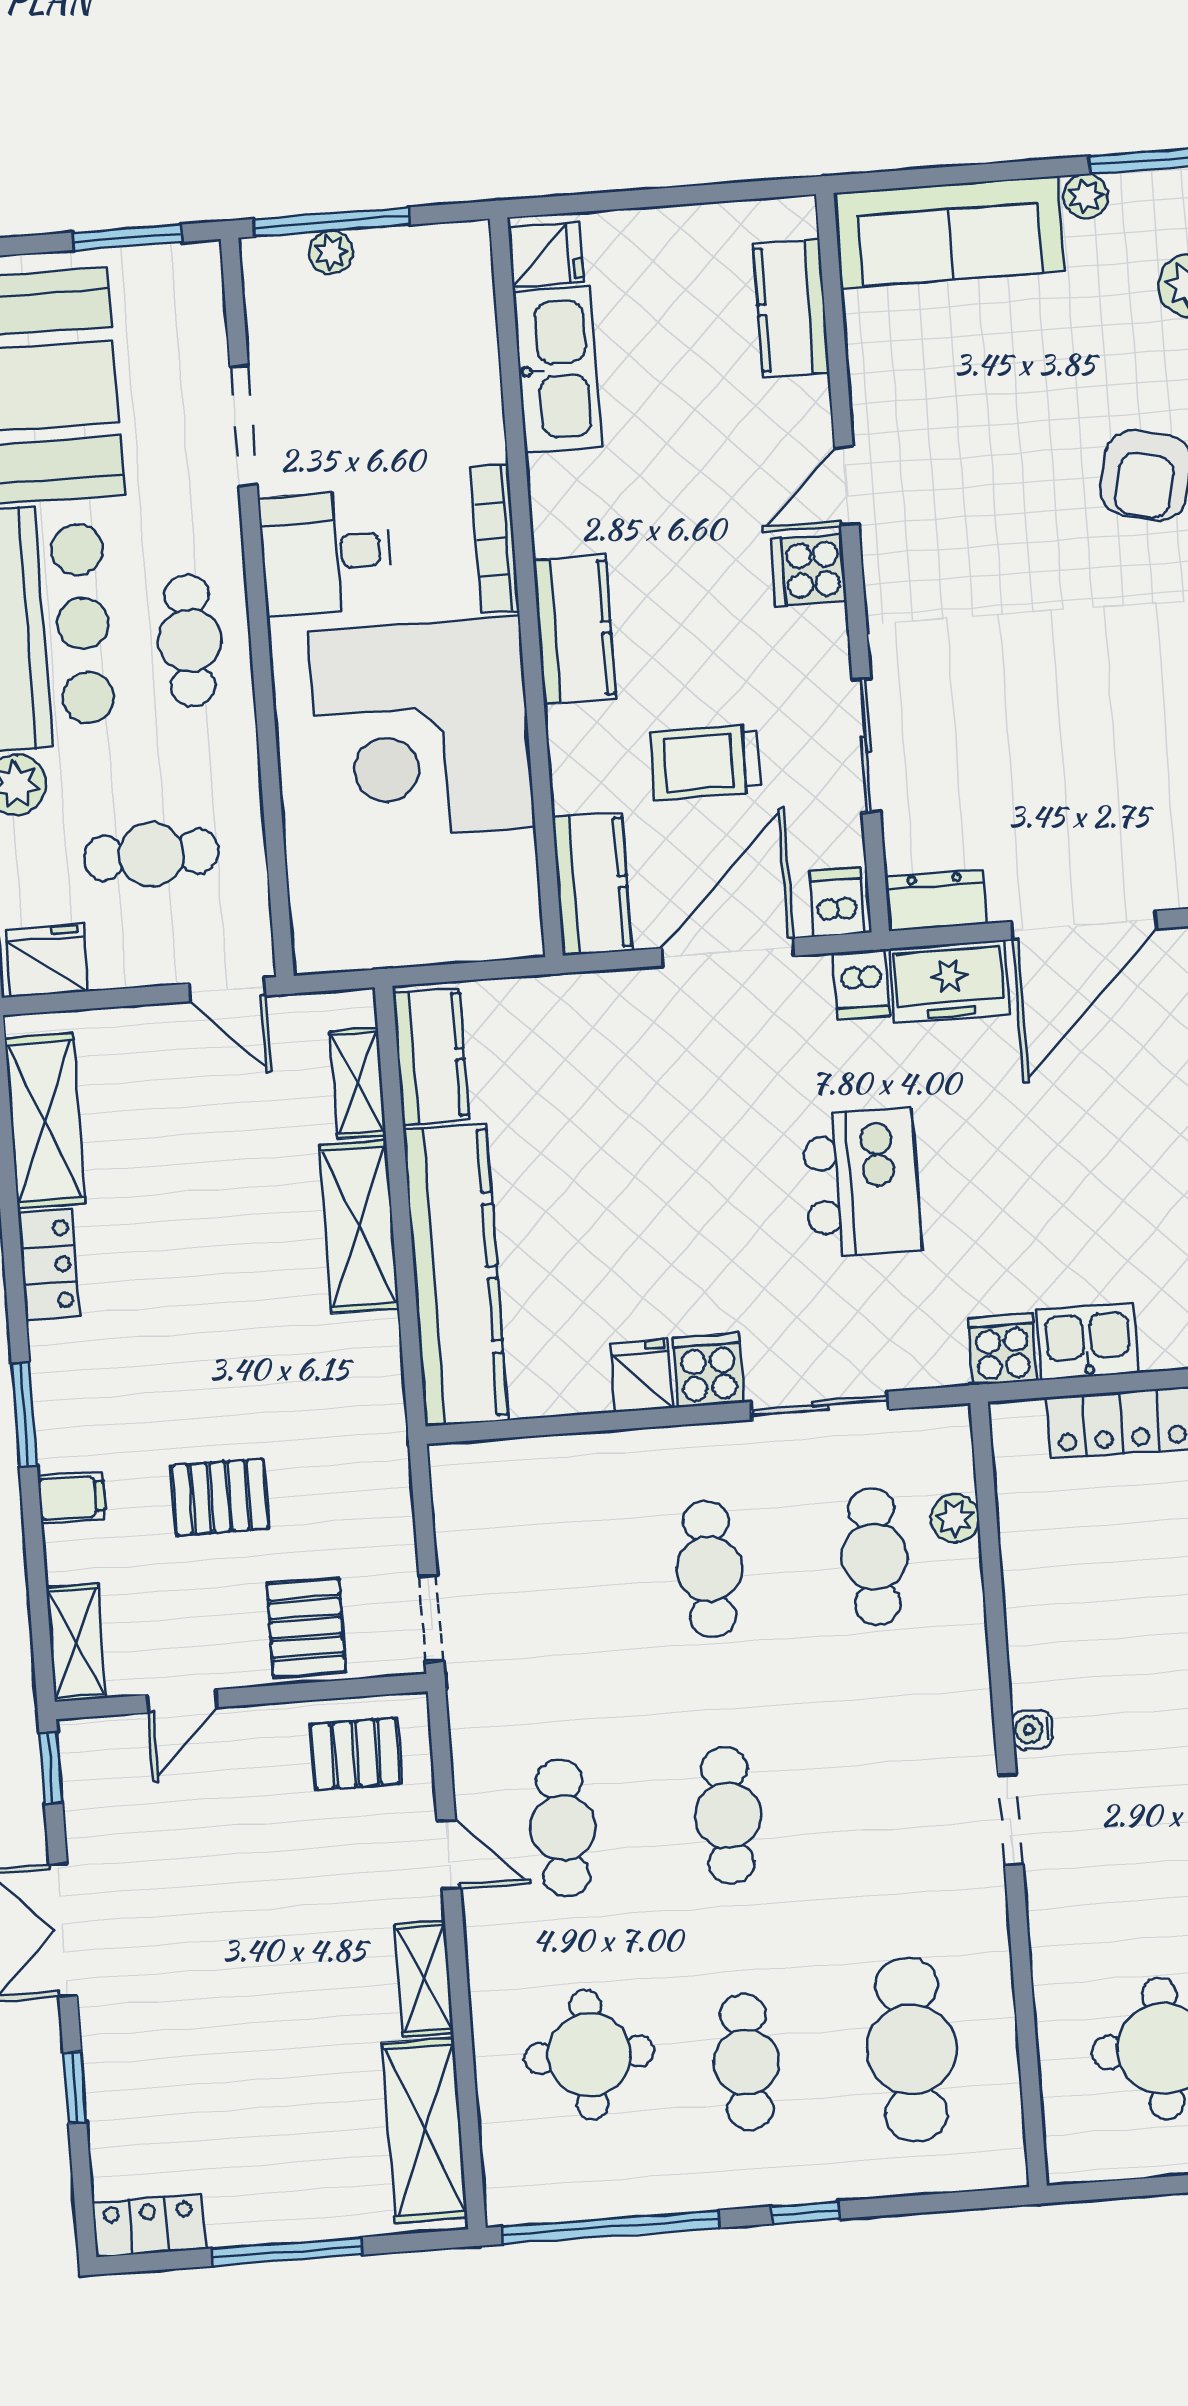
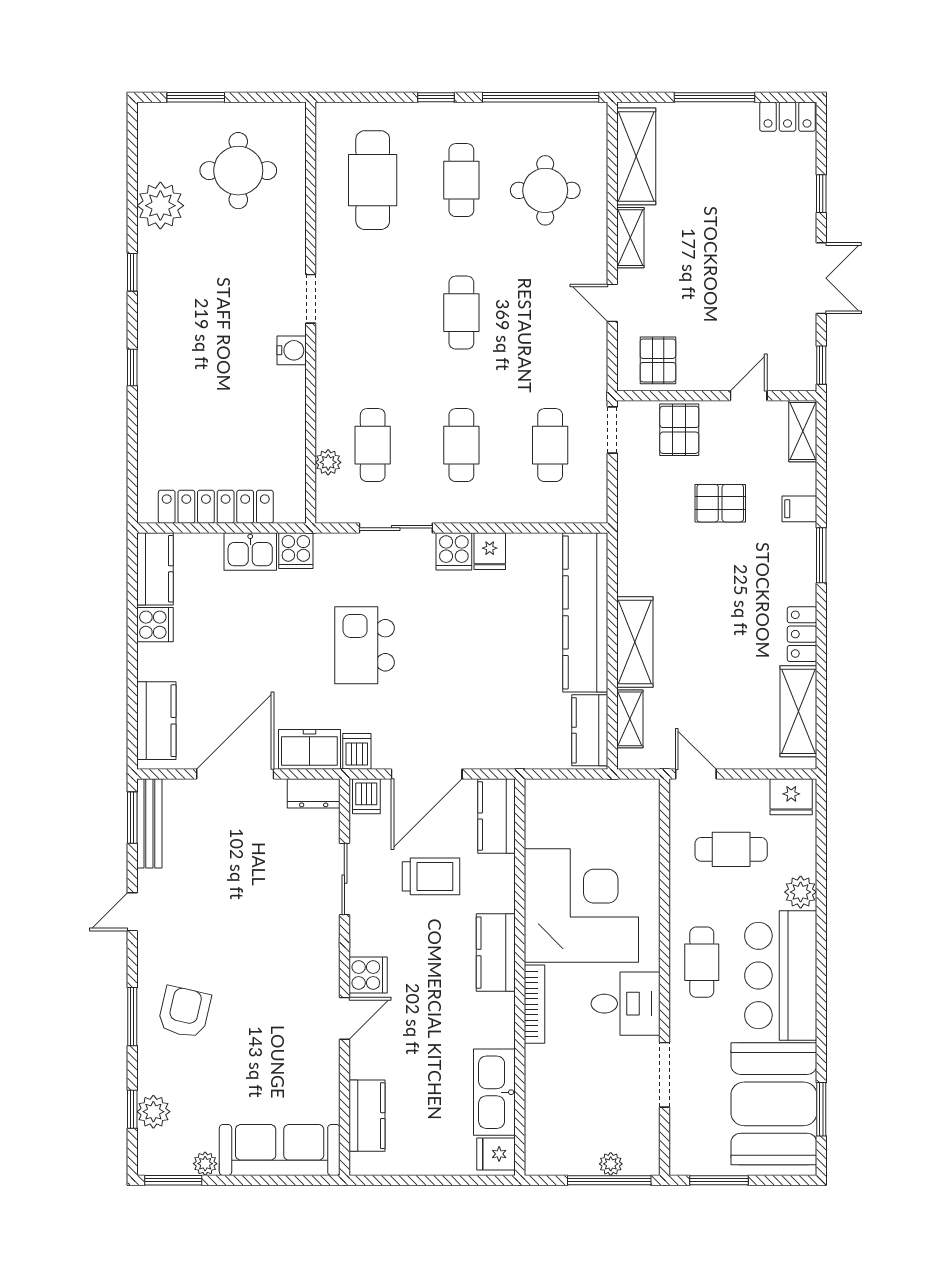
water cooler: (1032, 1730) -> (292, 350), width x1.38, depth x1.38
pallet: (356, 1754) -> (658, 360), turned 90
cafe table: (563, 1828) -> (550, 445), moved

